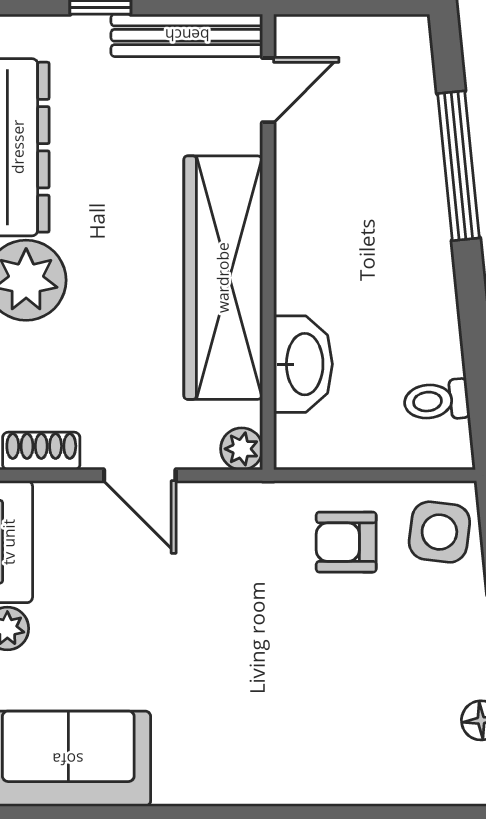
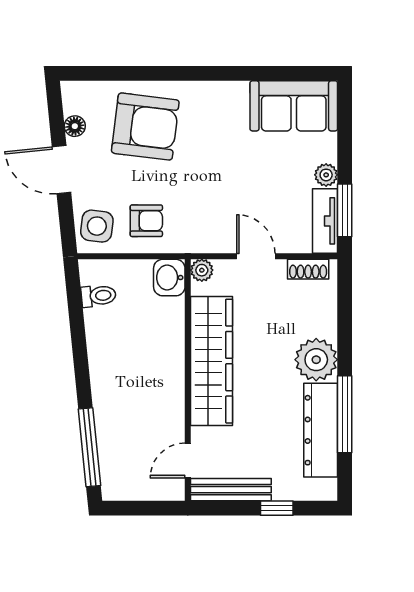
window: (458, 166) -> (89, 447), moved
washbasin: (303, 364) -> (169, 278), moved, width x0.72
armchair: (348, 720) -> (145, 127), added

